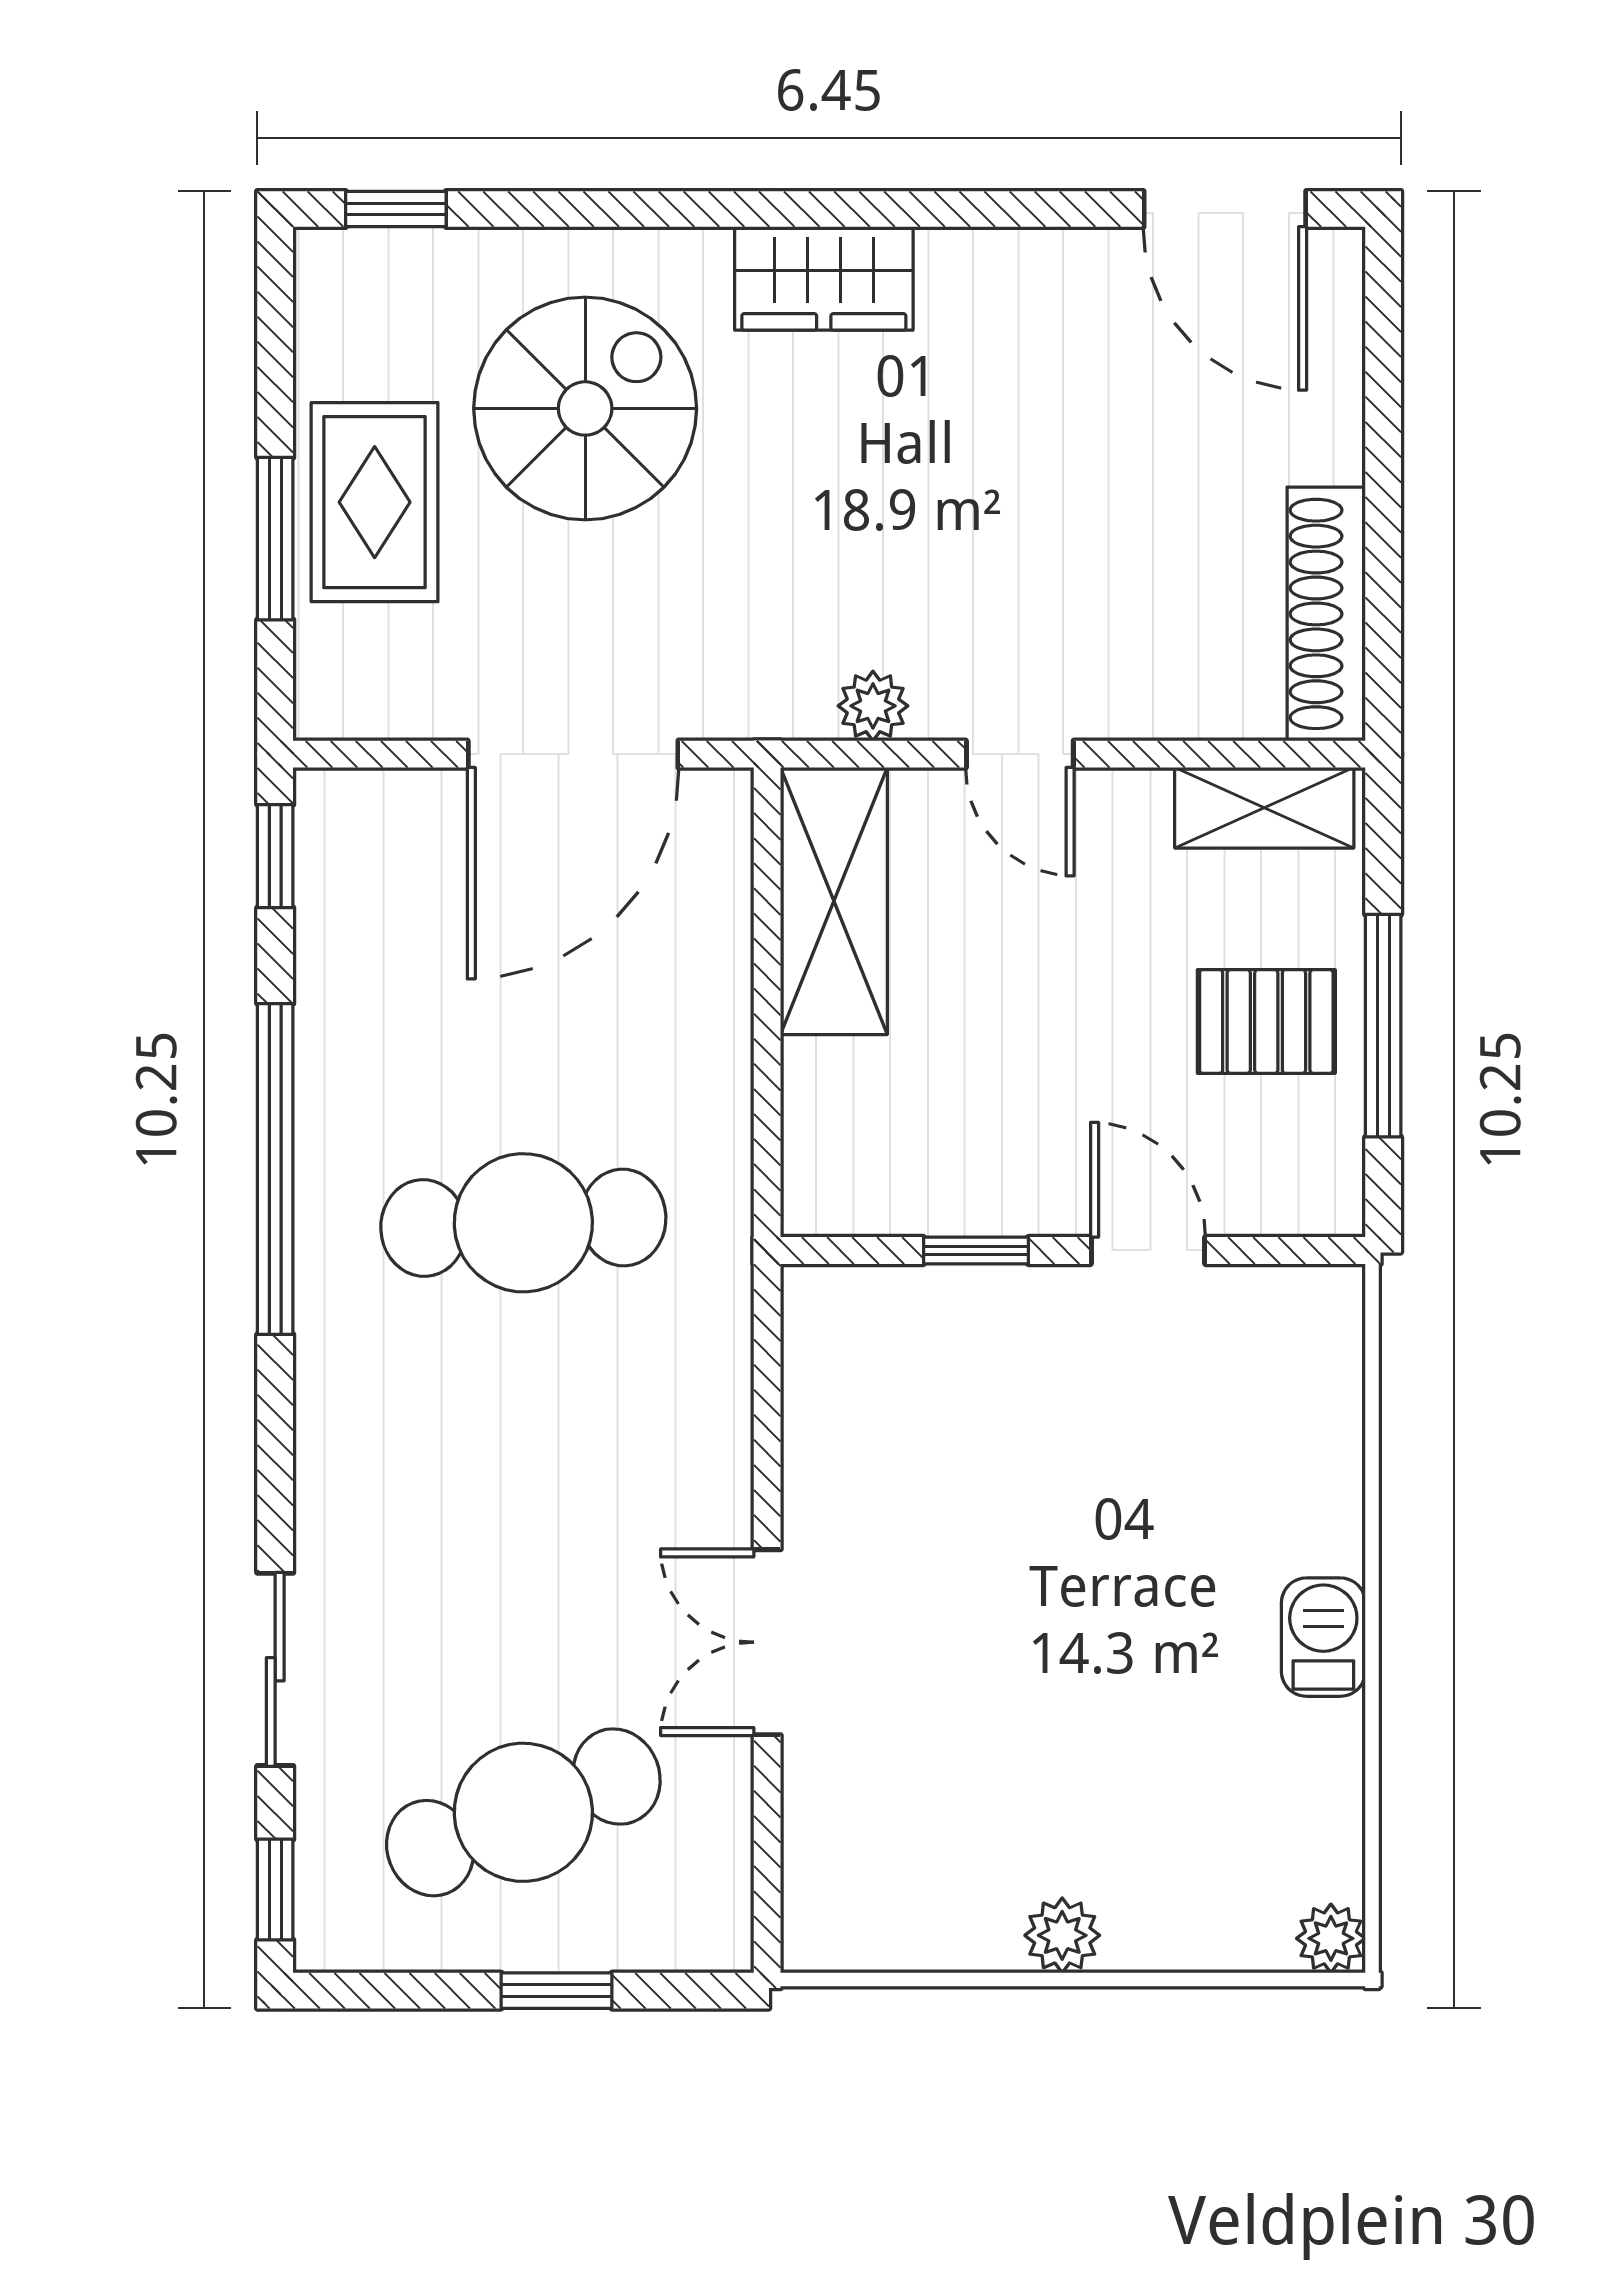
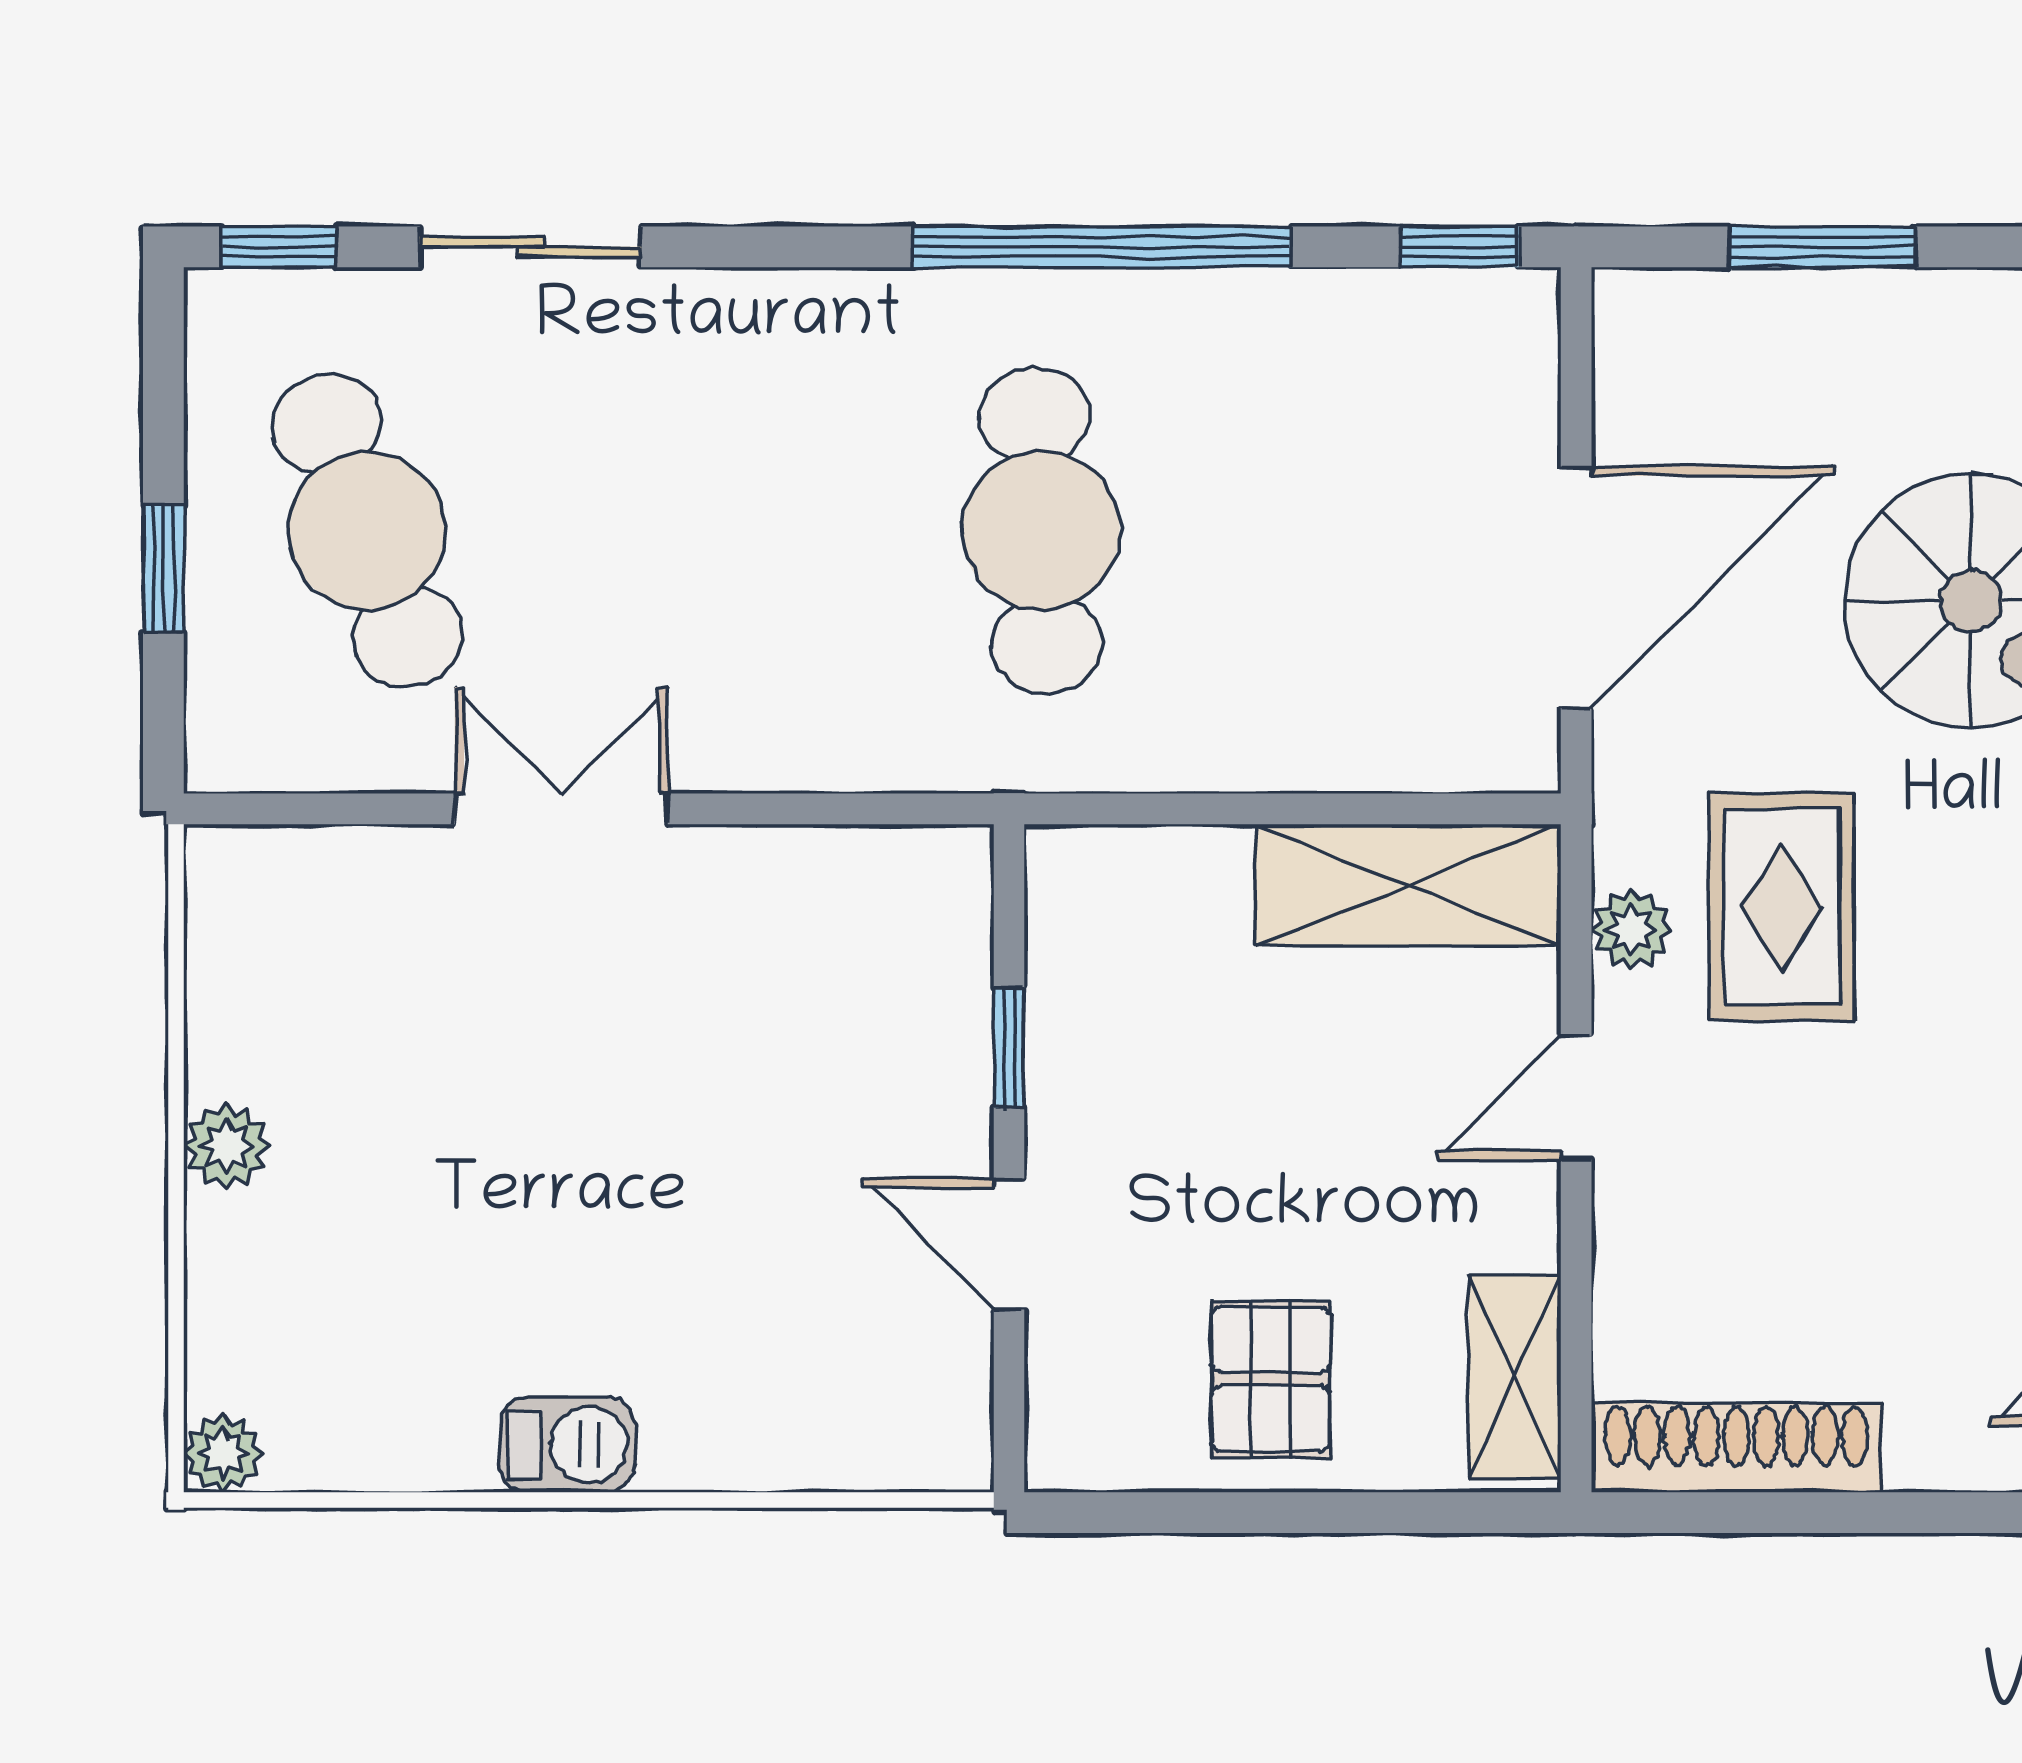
rug: (375, 502) -> (1782, 907), moved, turned 90
door: (573, 754) -> (1576, 587), swing flipped
window: (1383, 1026) -> (1266, 1513), removed
door: (1148, 1250) -> (1009, 1244), swing flipped

